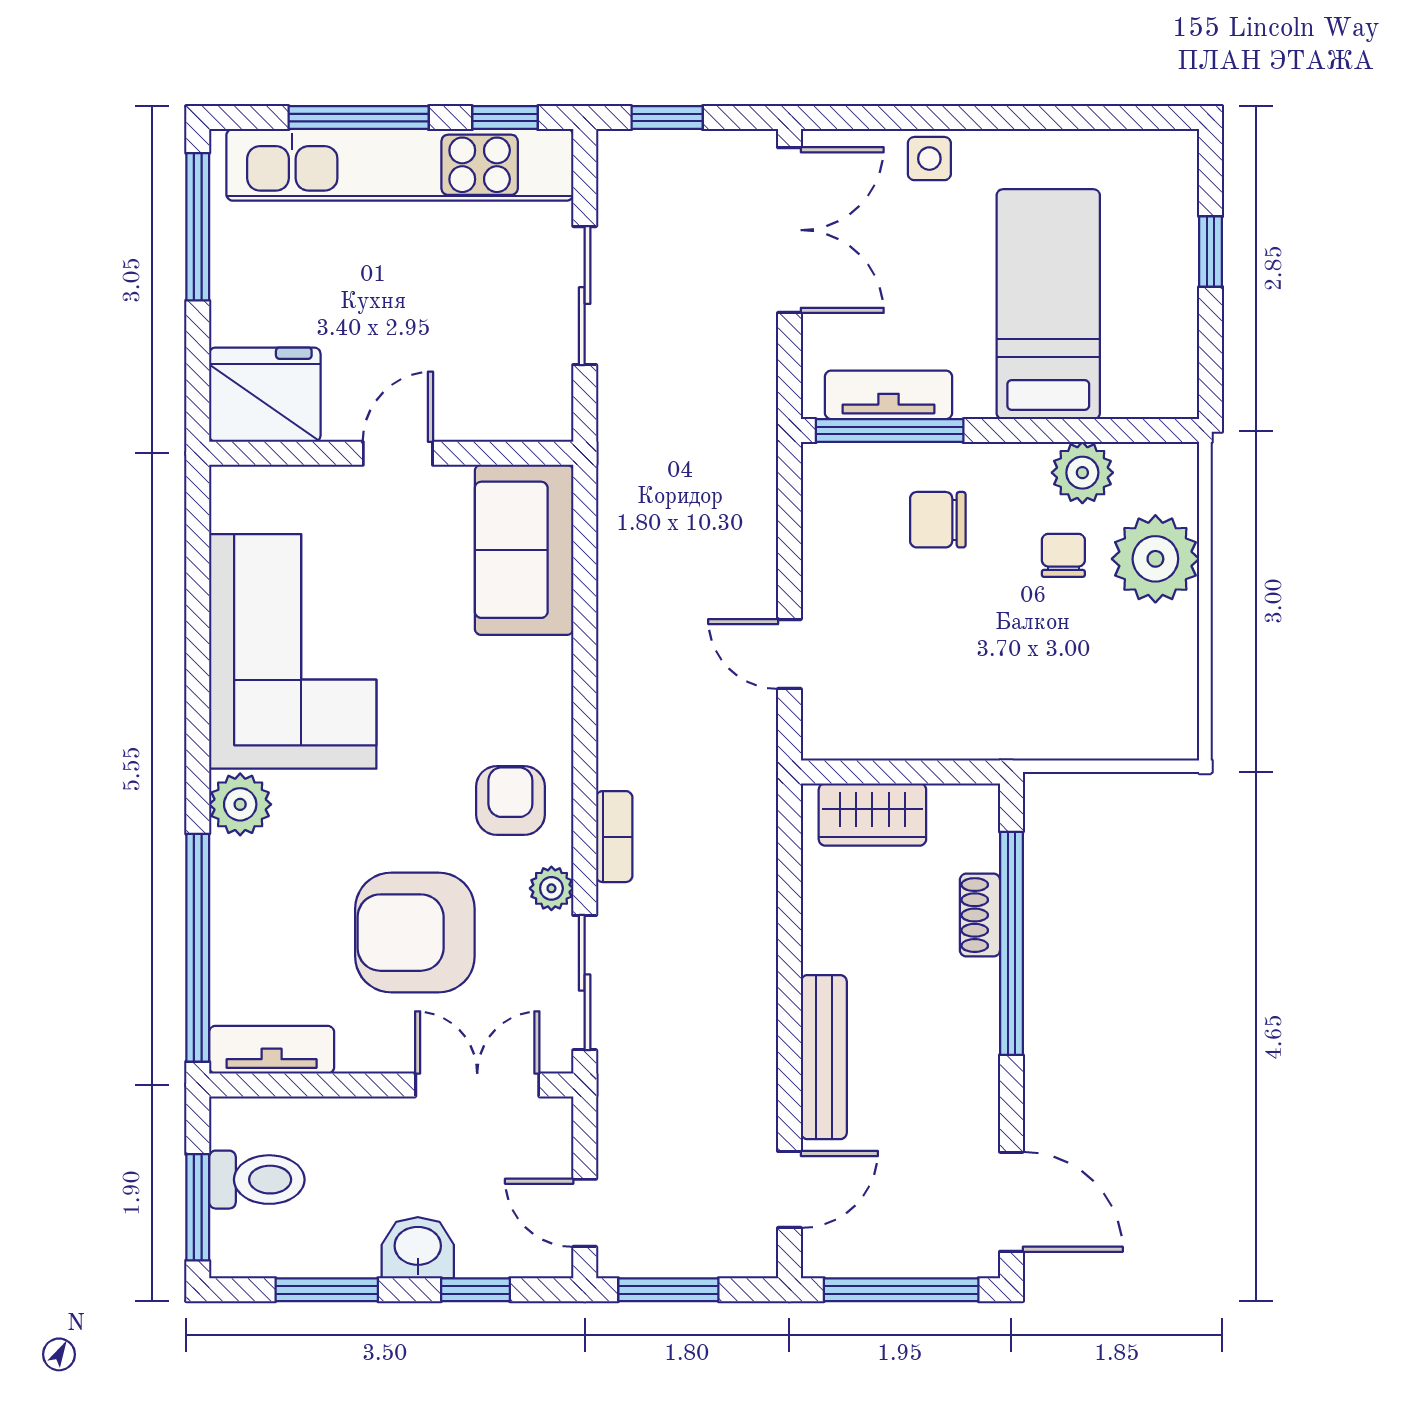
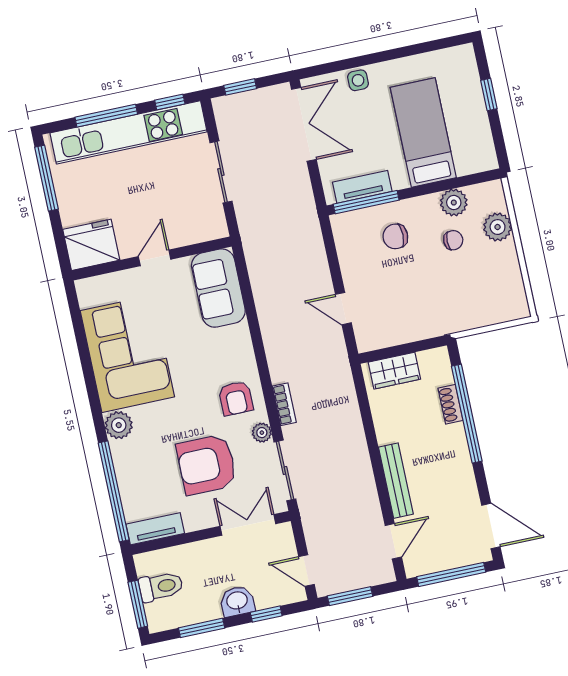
chair: (1063, 555) -> (453, 240), turned 90
plant: (1155, 559) -> (498, 227), width x0.73, depth x0.73
armchair: (510, 800) -> (236, 398), turned 180

